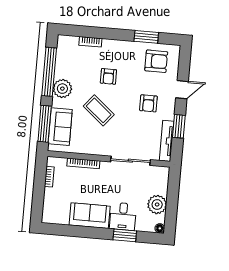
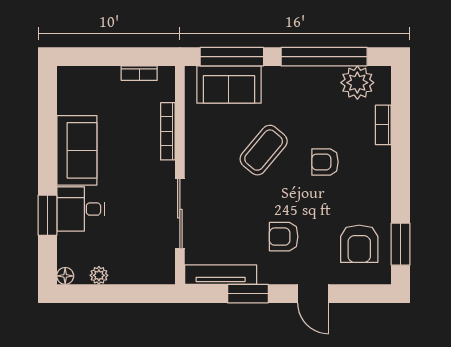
window: (146, 37) -> (401, 244), moved
plant: (62, 89) -> (357, 83), moved
plant: (157, 205) -> (99, 275), width x0.53, depth x0.53

